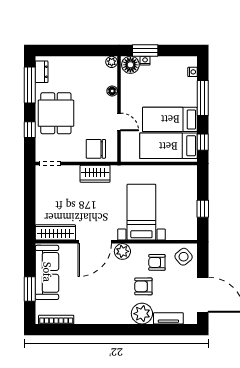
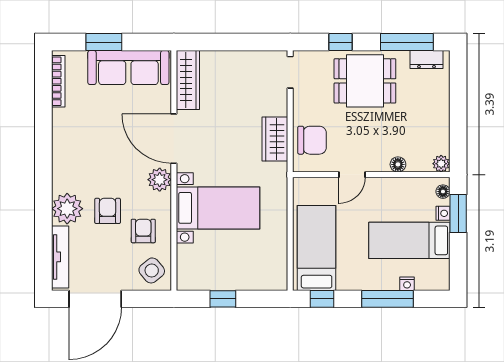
floor lamp: (130, 65) -> (443, 192), width x0.53, depth x0.53
nightstand: (193, 72) -> (407, 284), moved
bed: (170, 119) -> (409, 240), moved, turned -90
chair: (96, 149) -> (312, 140), turned 90
tv unit: (168, 318) -> (60, 257), width x1.41

